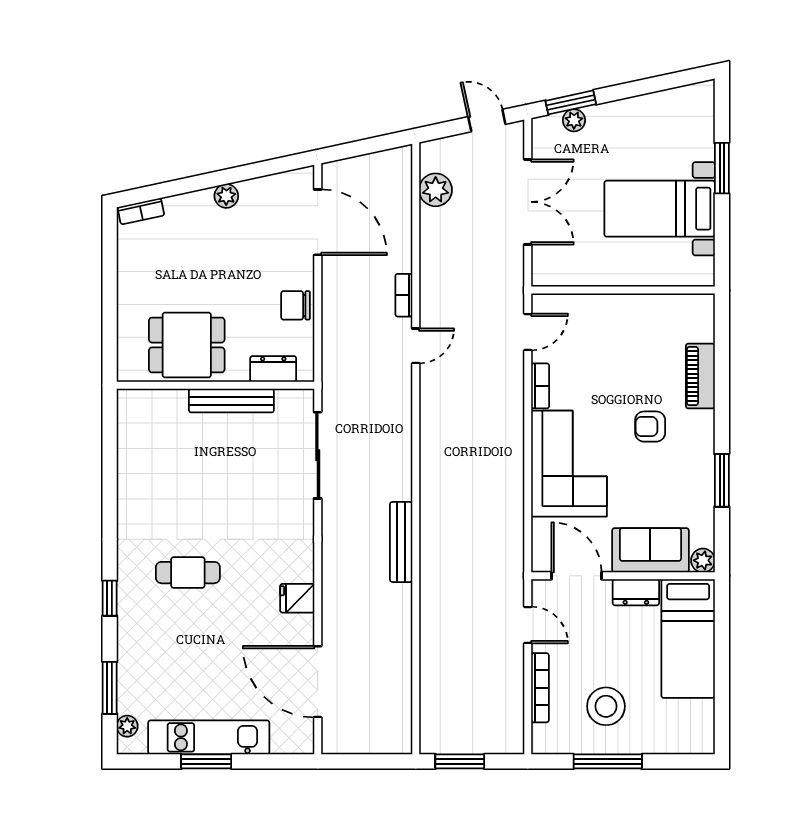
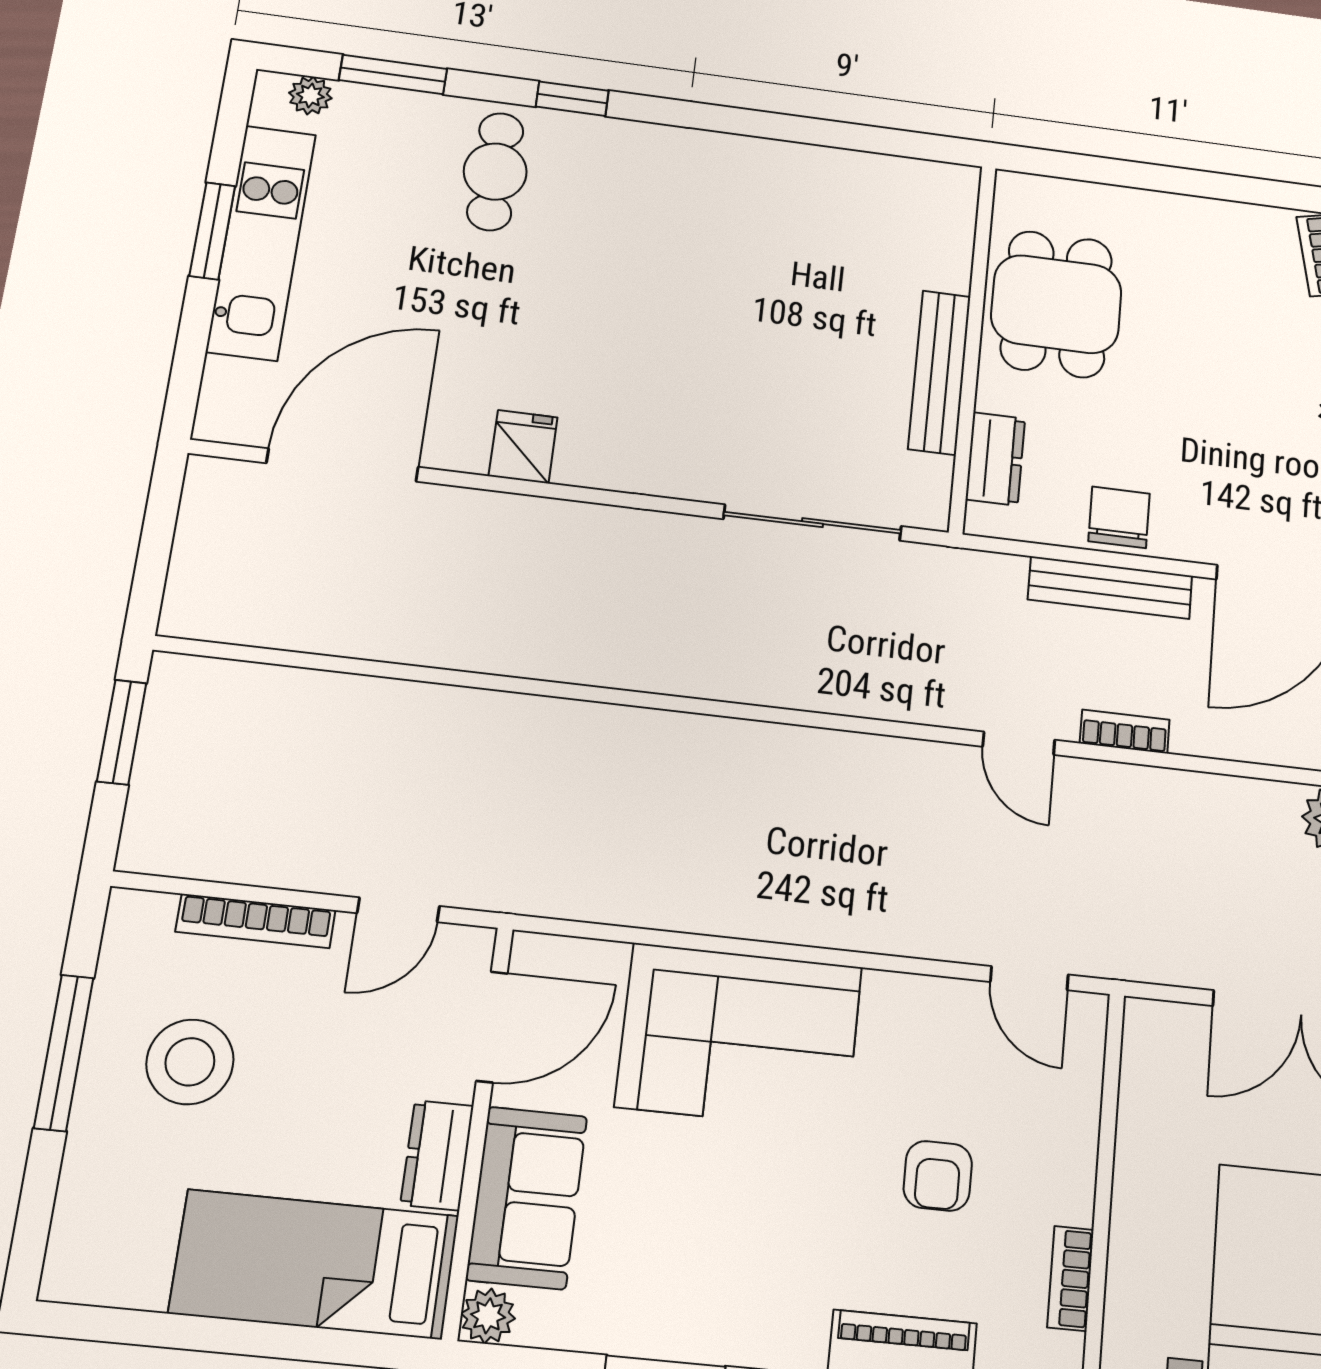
bookcase: (540, 386) -> (1070, 1278), moved, turned 90
armchair: (650, 427) -> (938, 1176), moved, turned 180
bench: (401, 542) -> (1110, 588), moved
cafe table: (188, 573) -> (495, 172), moved

